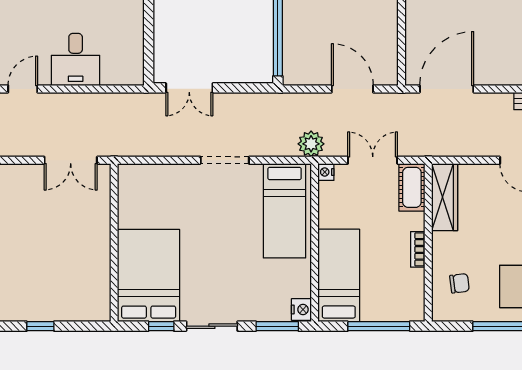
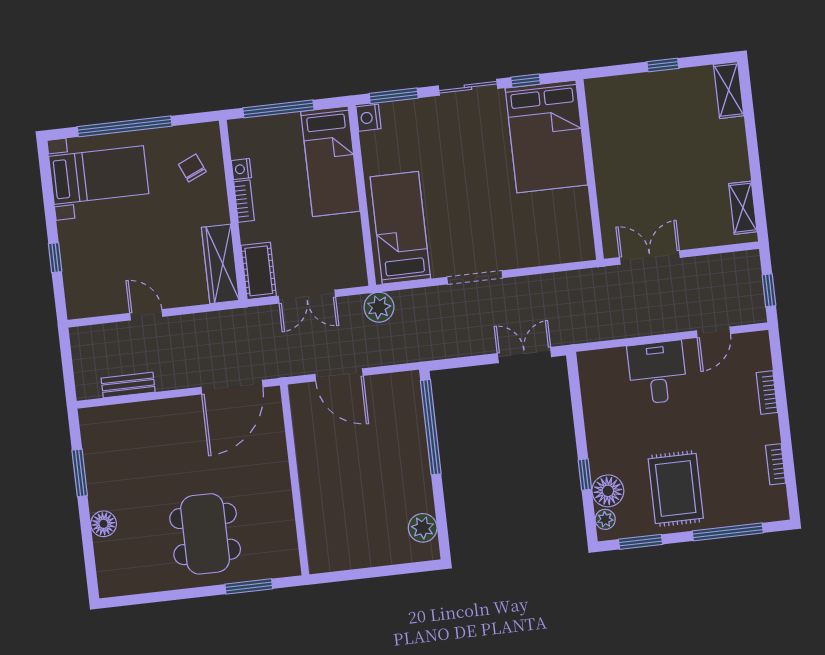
nightstand: (326, 172) -> (241, 169), moved, turned 180
chair: (459, 283) -> (192, 168), turned 73

